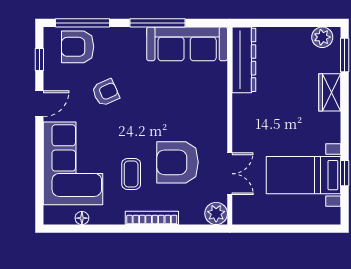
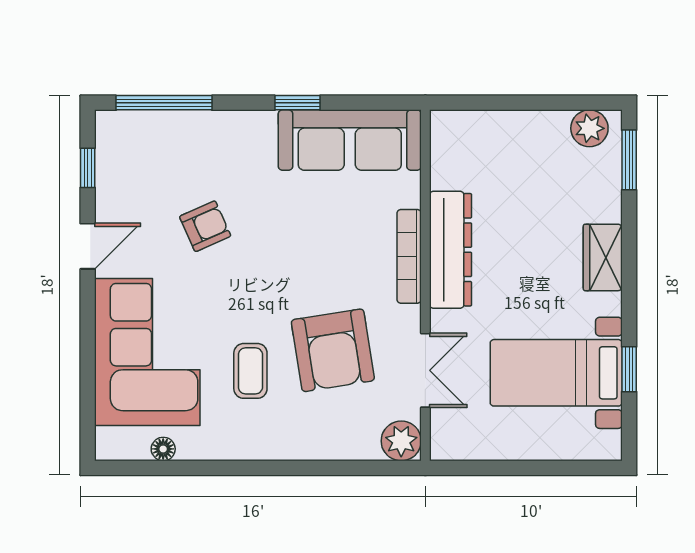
window: (158, 23) -> (297, 103), width x0.46
armchair: (78, 47) -> (156, 145), removed
dresser: (244, 60) -> (451, 250), moved
wardrobe: (330, 92) -> (603, 257), moved
armchair: (178, 162) -> (333, 350), turned -99
bookcase: (152, 218) -> (409, 256), moved, turned -90

